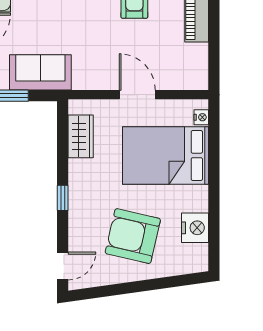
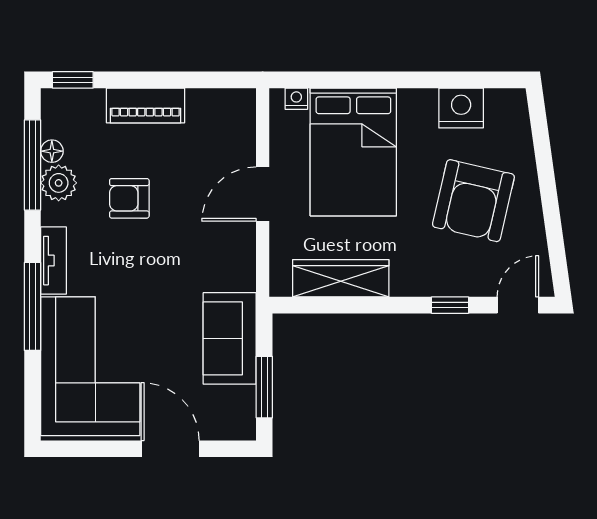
wardrobe: (81, 136) -> (341, 278), width x1.50
window: (63, 198) -> (450, 305), moved
door: (63, 266) -> (518, 305), hinge flipped

